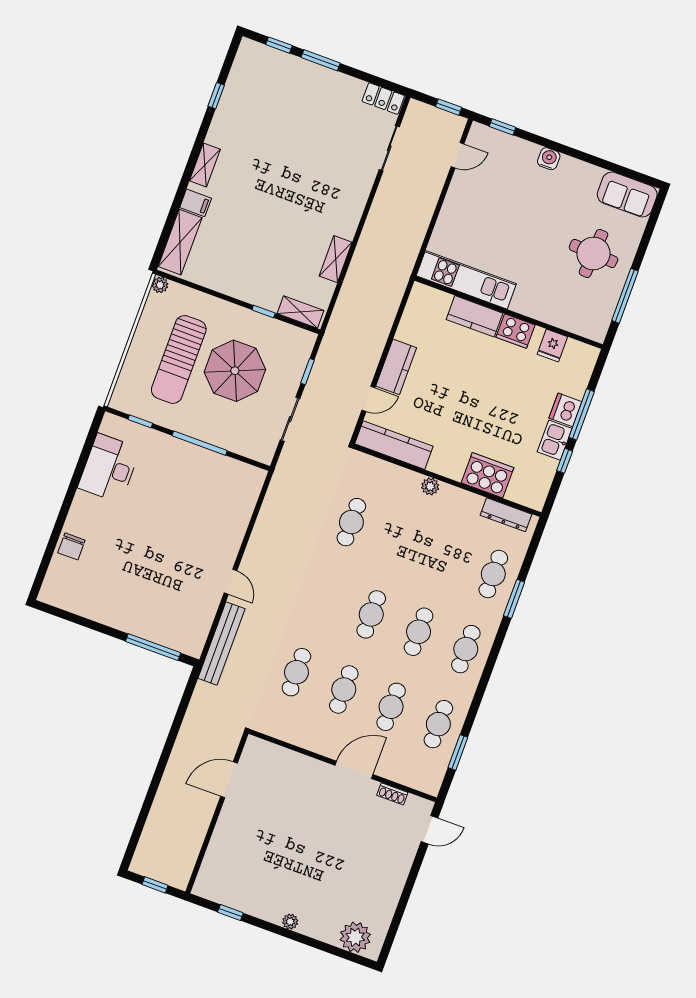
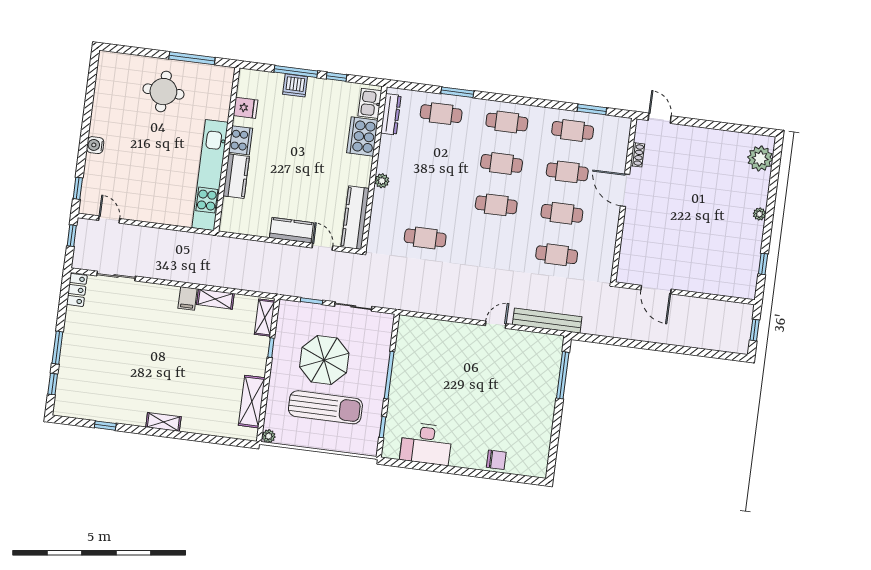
sofa: (627, 194) -> (110, 75), removed
filing cabinet: (196, 203) -> (188, 298), moved, turned 180
shelving: (180, 242) -> (252, 402), moved, turned 90
kitchen unit: (466, 280) -> (210, 175), width x1.36
kitchen sink: (555, 440) -> (370, 103), moved, turned 90

